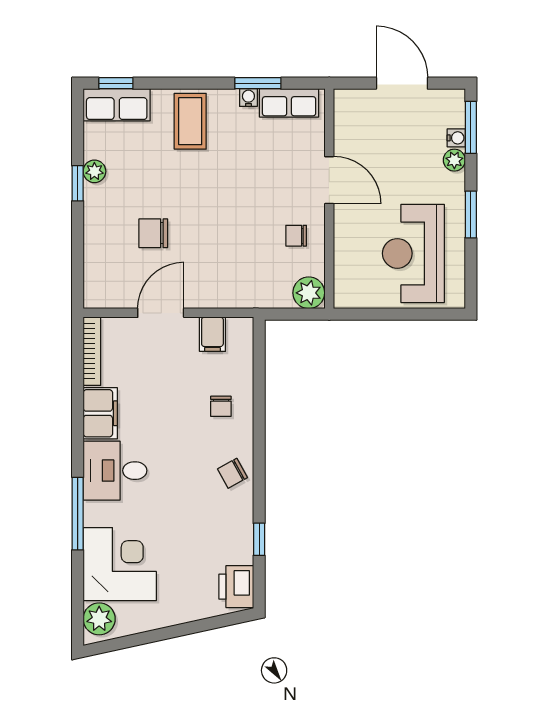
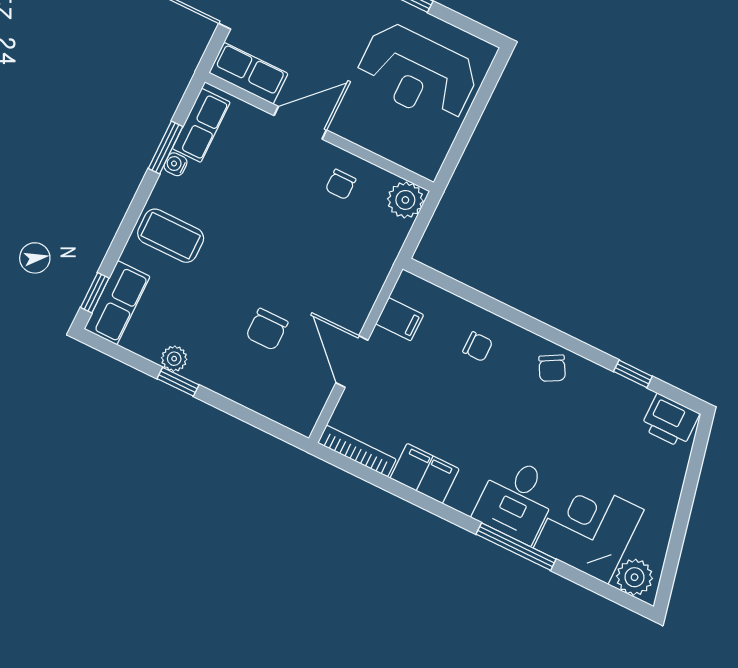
row of seats: (348, 120) -> (248, 73), added
desk: (115, 471) -> (517, 500), moved

